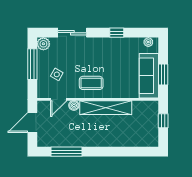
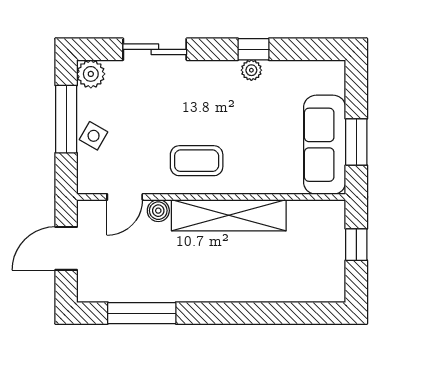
plant: (148, 42) -> (251, 70), moved
side table: (57, 74) -> (94, 136), moved

